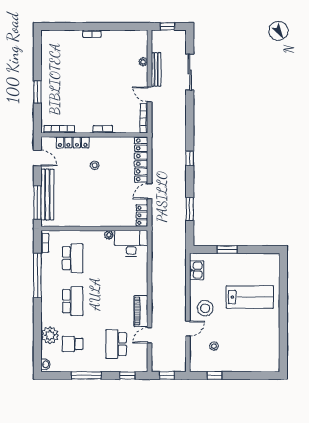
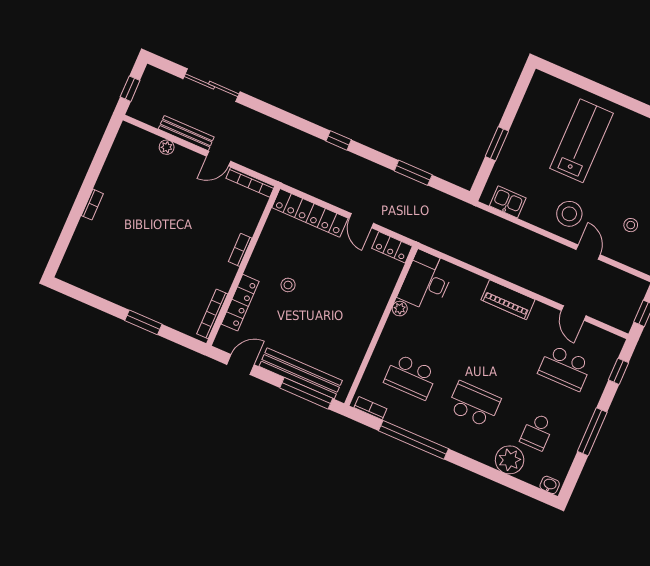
school desk: (73, 258) -> (411, 377), turned 180
piano: (141, 311) -> (508, 300), moved

